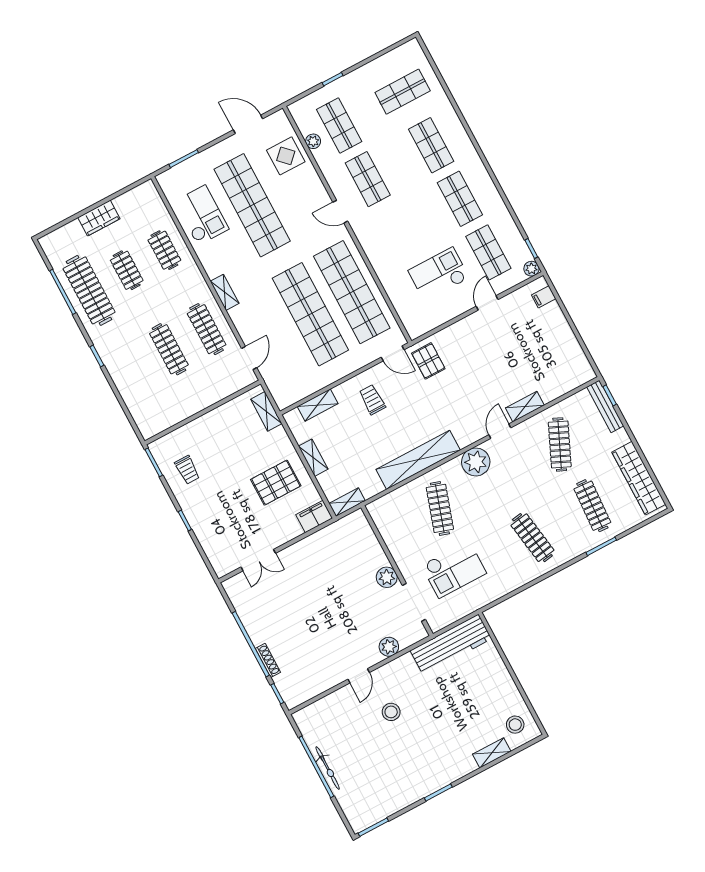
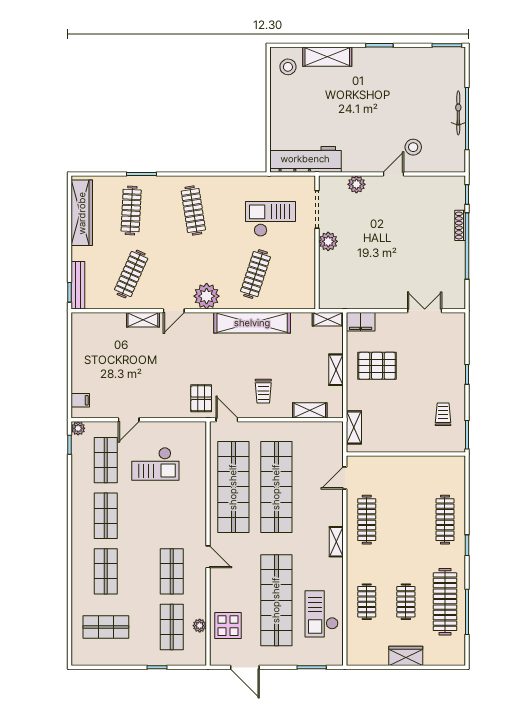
clothes rail: (169, 349) -> (445, 520), moved
stool: (391, 712) -> (413, 147), moved
shelving: (492, 753) -> (327, 57), width x1.50, depth x1.33

